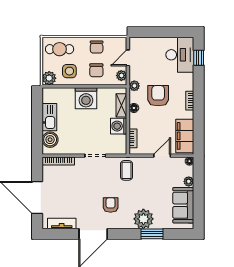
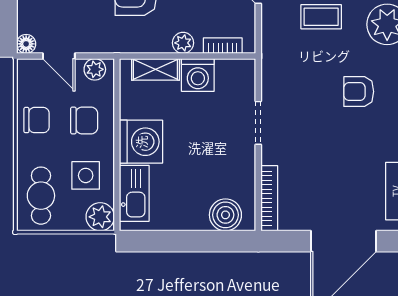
plant: (134, 86) -> (183, 43), moved
floor lamp: (134, 108) -> (26, 44), moved
kitchen sink: (49, 117) -> (134, 193), moved, turned 90
coffee table: (126, 170) -> (321, 17), moved

